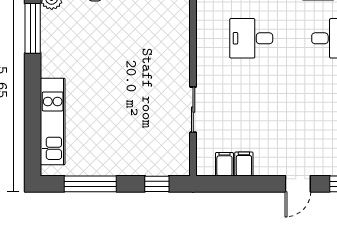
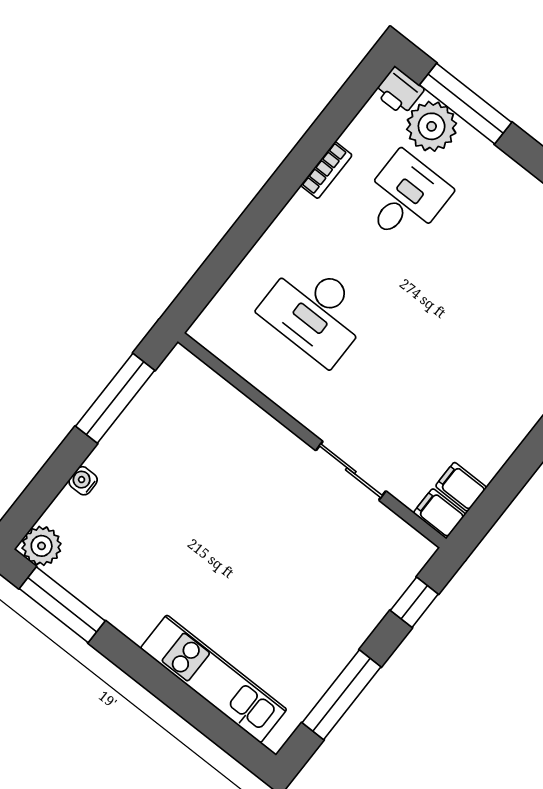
desk: (251, 38) -> (315, 312), width x1.37
filing cabinet: (244, 164) -> (439, 514), moved

